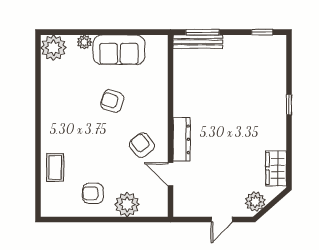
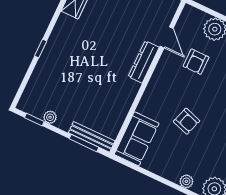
plant: (248, 42) -> (50, 117), added
sofa: (119, 50) -> (137, 139), moved, turned 90
armchair: (142, 145) -> (196, 62), moved, turned 38

